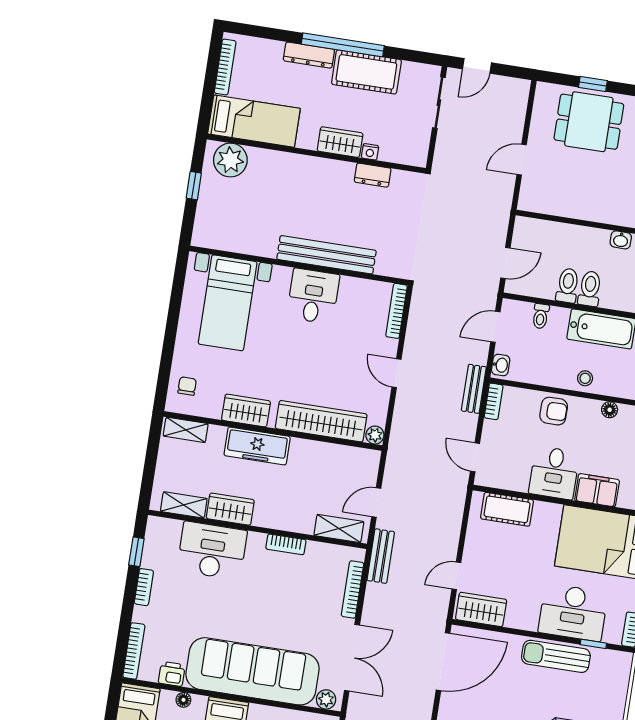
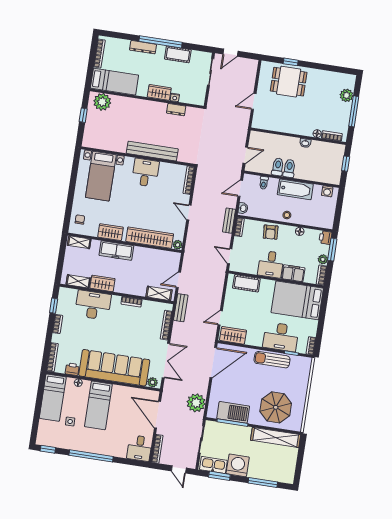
cot: (366, 72) -> (178, 54), width x0.73, depth x0.75
armchair: (554, 411) -> (271, 232), turned 86

